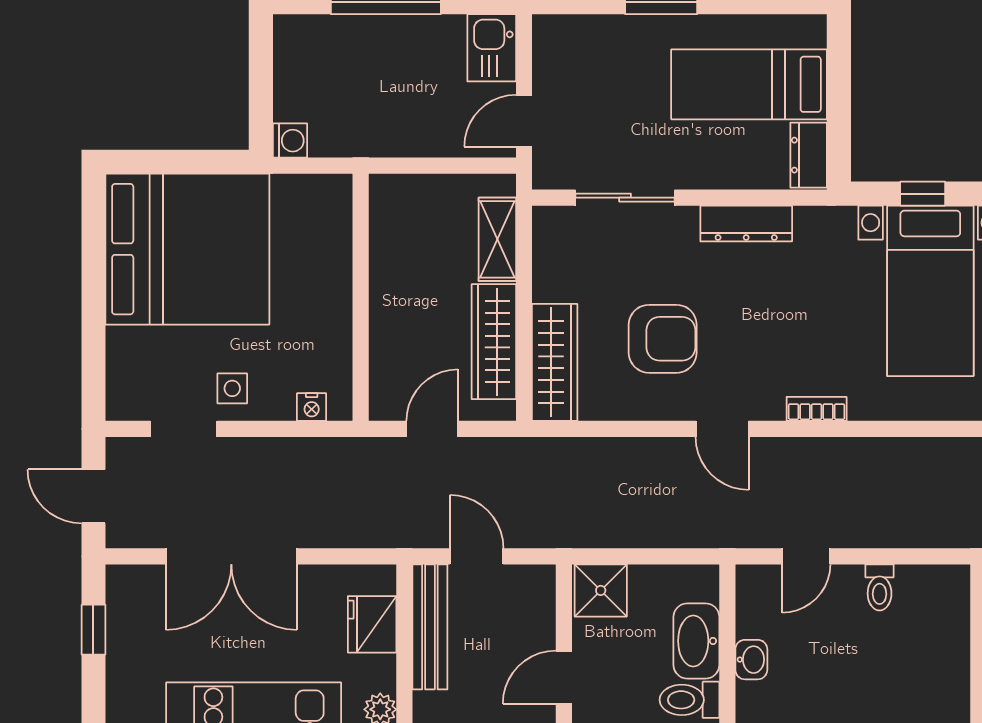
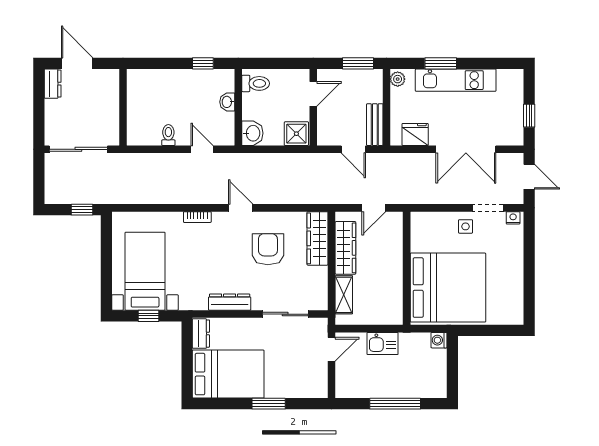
kitchen sink: (492, 48) -> (383, 343), moved, turned 90
bed: (749, 84) -> (228, 374), width x1.50
bed: (187, 249) -> (448, 288), moved, turned 180
armchair: (663, 339) -> (268, 249), turned 90
nightstand: (312, 407) -> (513, 218), moved
double door: (231, 556) -> (466, 149), swing flipped
door: (806, 556) -> (202, 149), hinge flipped
fridge: (372, 624) -> (415, 134), moved, turned -90
bench: (430, 627) -> (375, 125), width x0.73
washbasin: (696, 641) -> (252, 133), moved, width x0.72

